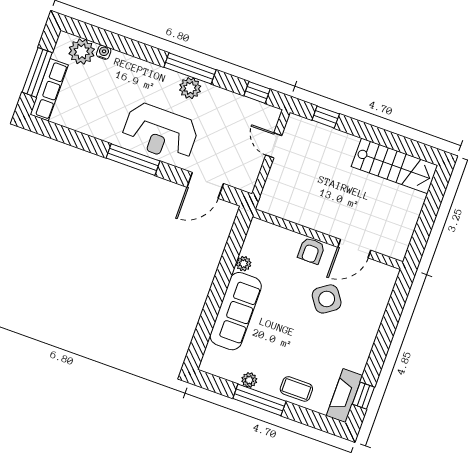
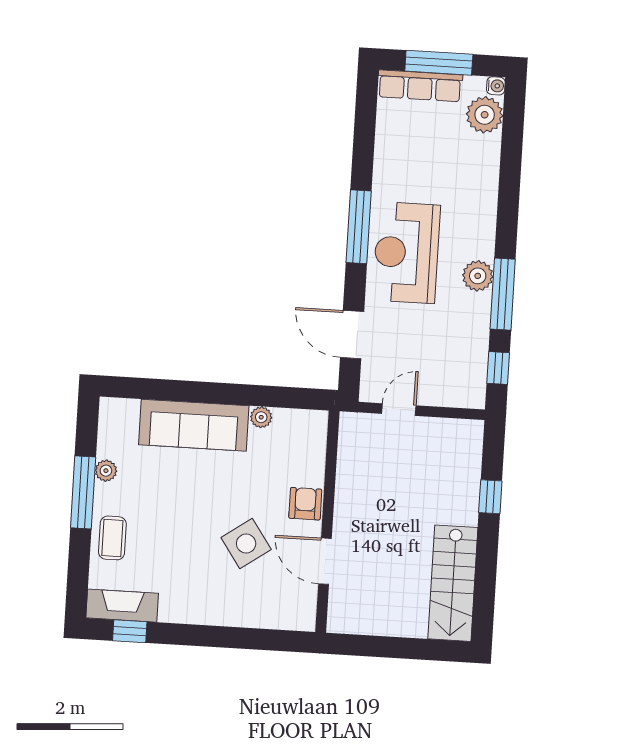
water cooler: (104, 52) -> (496, 86), moved
window: (190, 68) -> (503, 294), moved
window: (326, 117) -> (490, 497), moved
door: (274, 145) -> (399, 410), moved
armchair: (311, 251) -> (305, 504), turned 90

